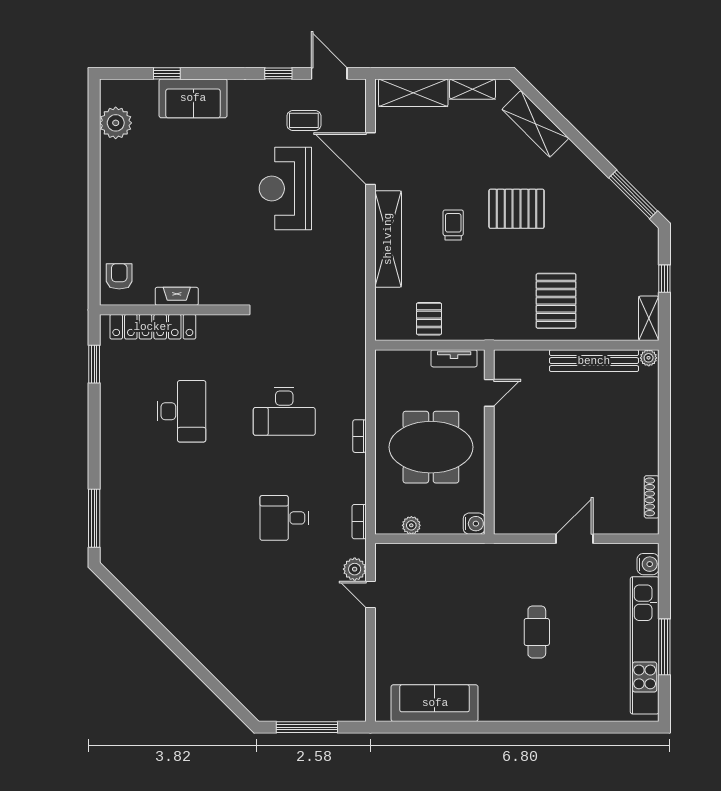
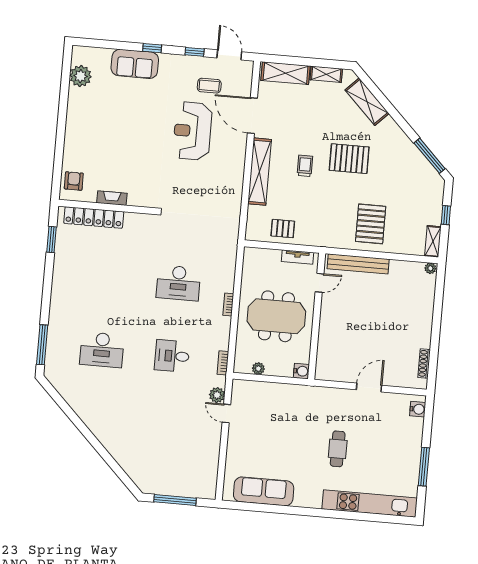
window: (167, 73) -> (152, 48), moved
pallet: (429, 319) -> (283, 229), turned 90
bench: (594, 361) -> (358, 264), moved
desk: (181, 411) -> (102, 350), moved, turned 90
kitchen unit: (645, 645) -> (370, 504), moved, turned 90

